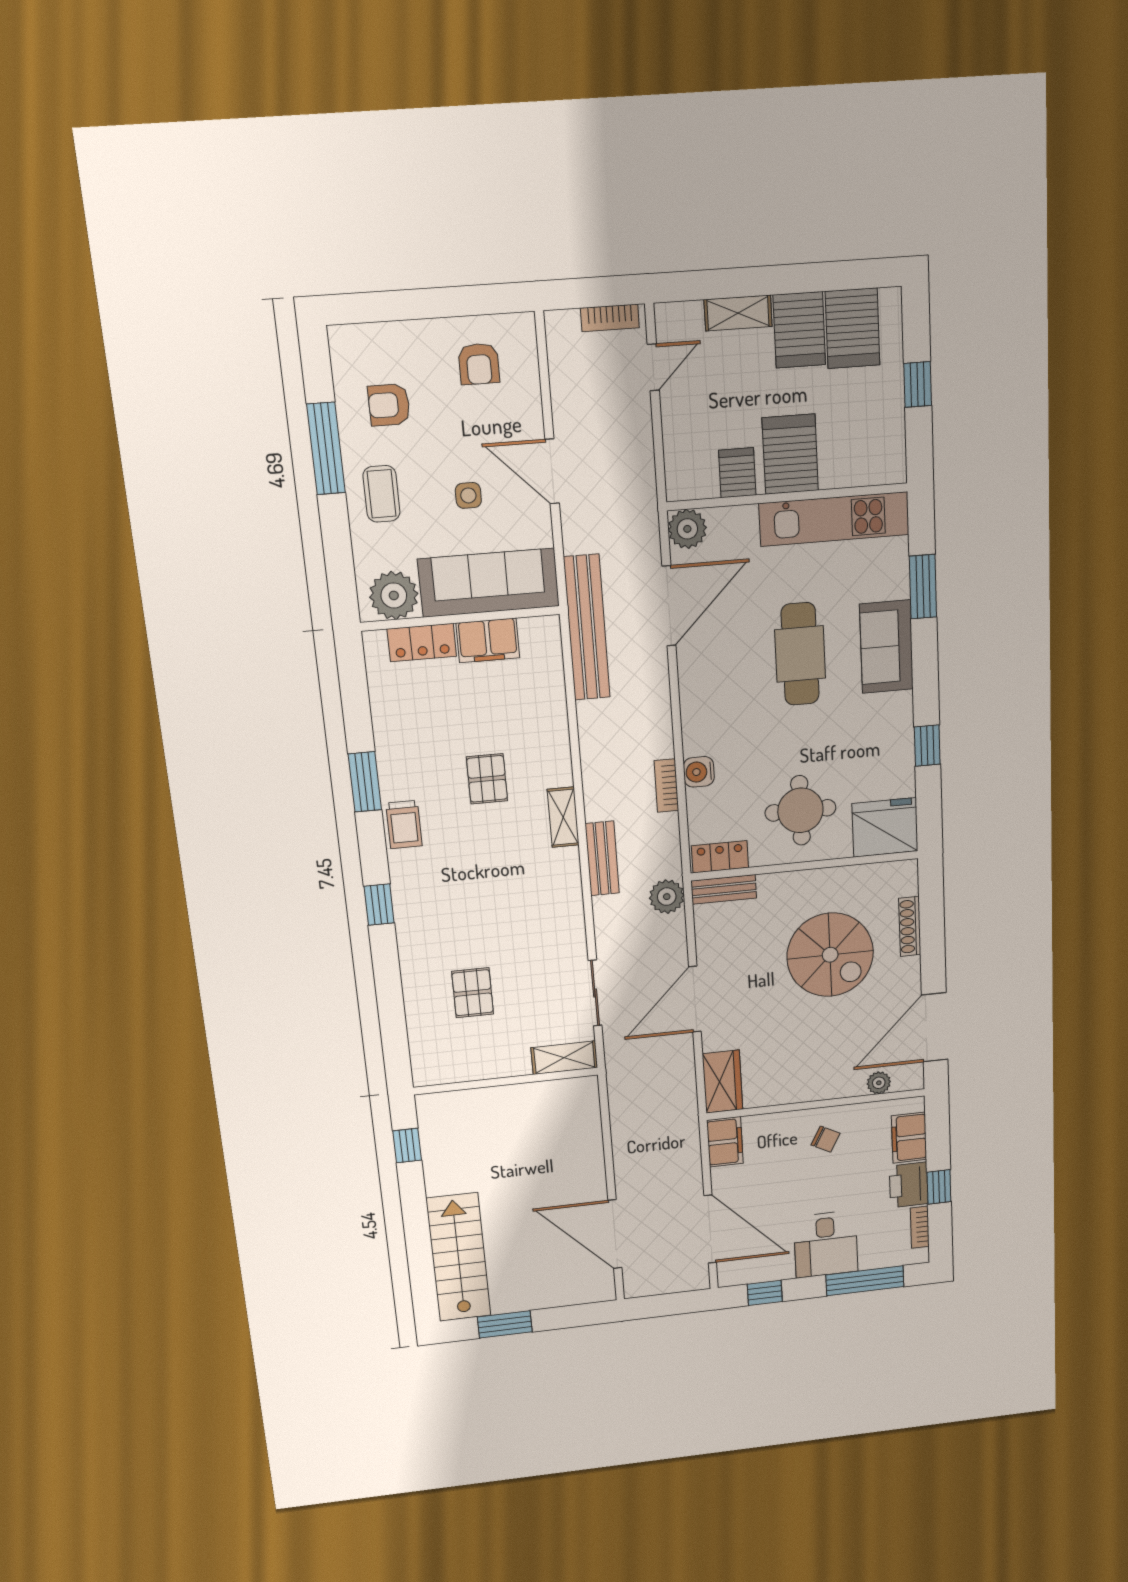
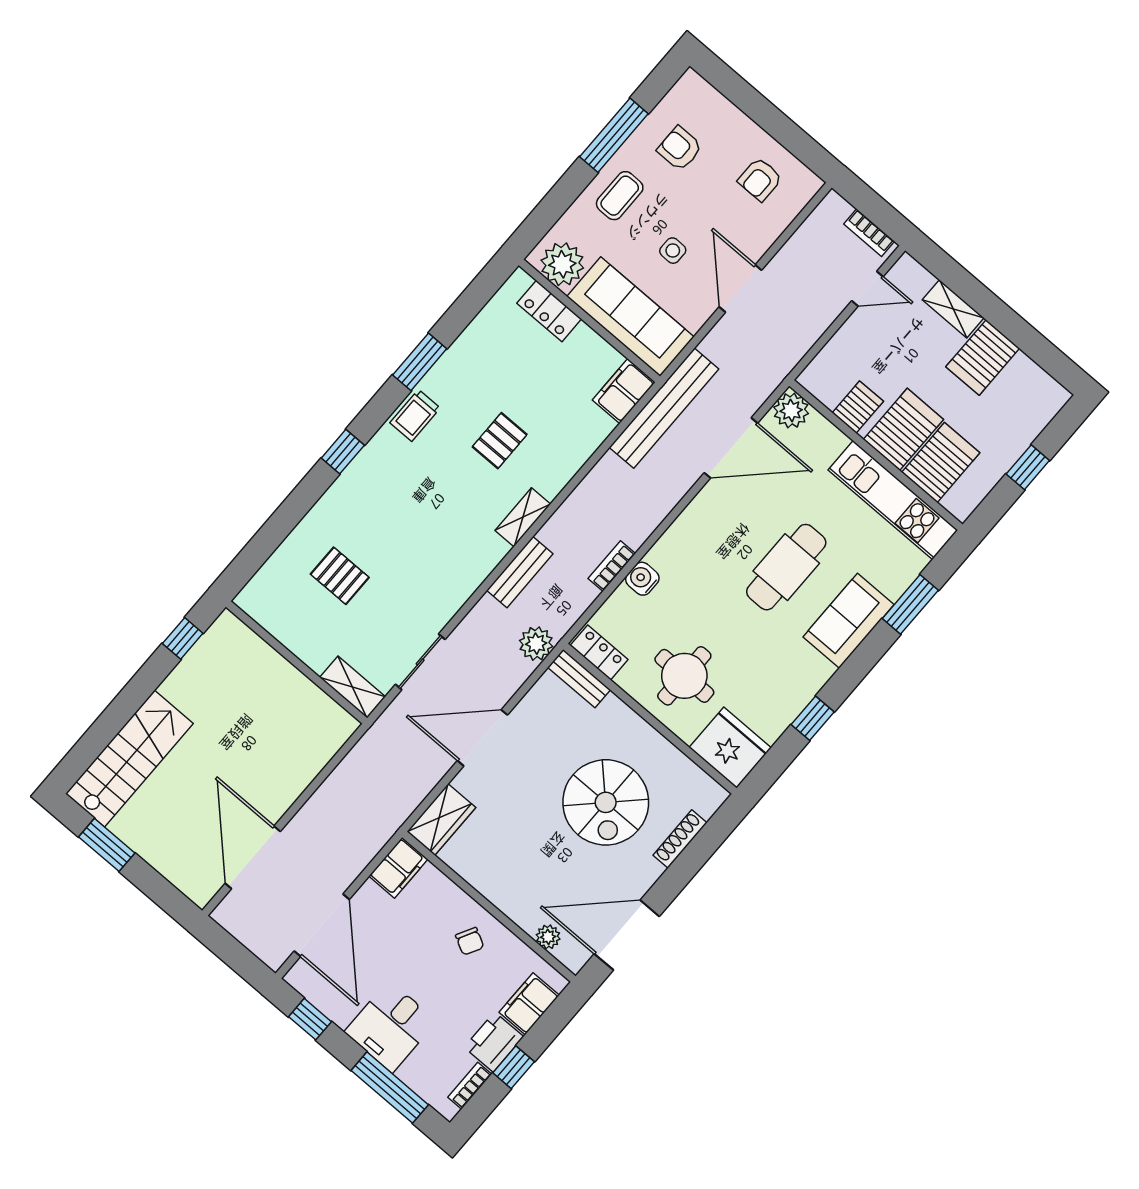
server rack: (853, 328) -> (941, 463), moved, turned 180
filing cabinet: (488, 640) -> (624, 391), moved, turned 90
pallet: (473, 993) -> (340, 576), turned 90

